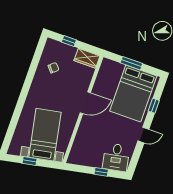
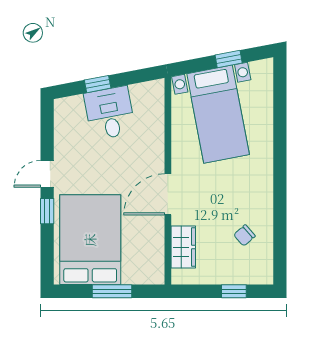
wardrobe: (87, 58) -> (183, 247), moved, turned 90
window: (154, 106) -> (47, 211), moved
desk: (116, 157) -> (110, 113), moved

